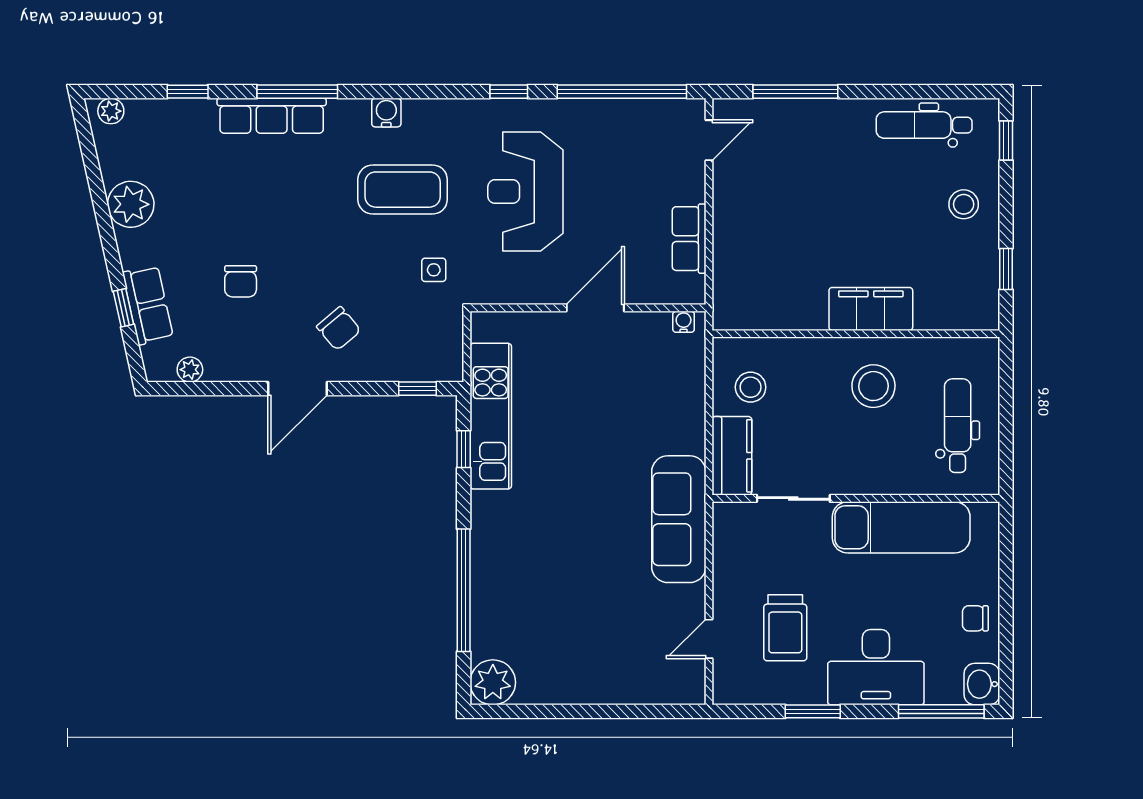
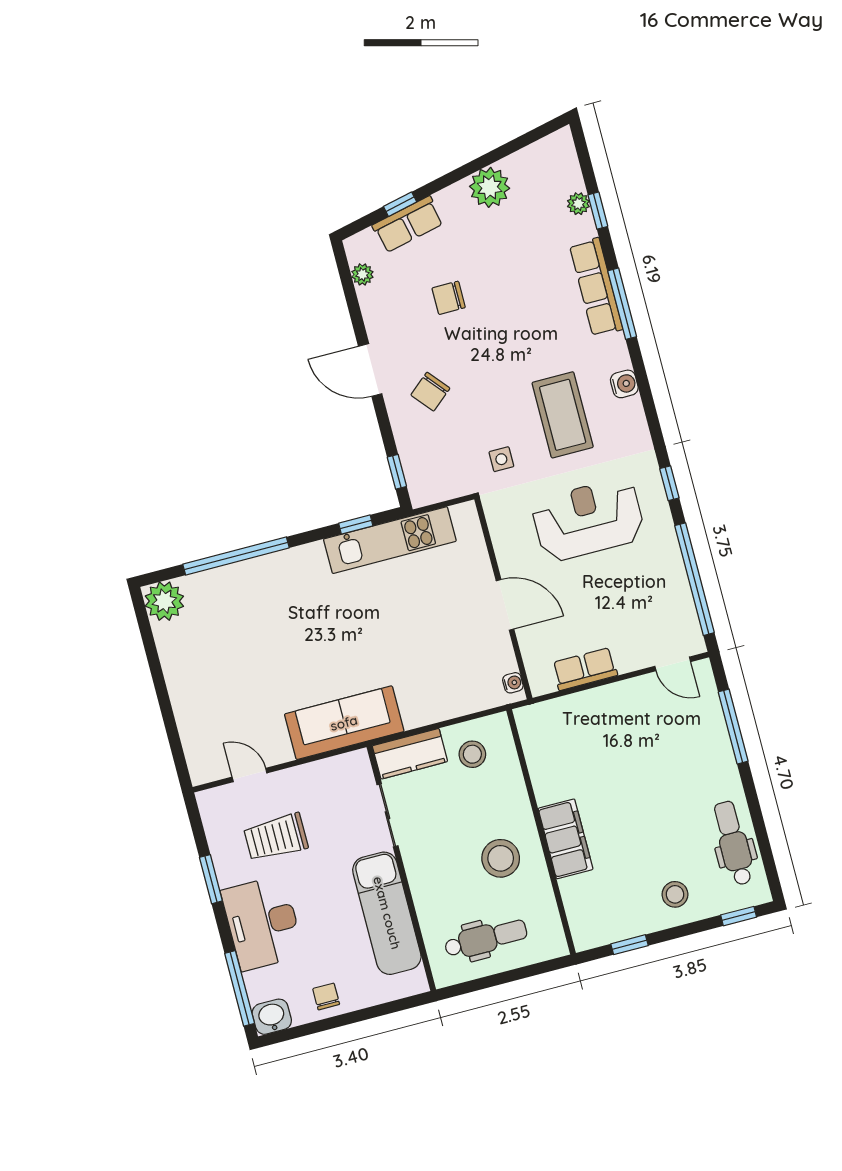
plant: (111, 111) -> (578, 204), moved

